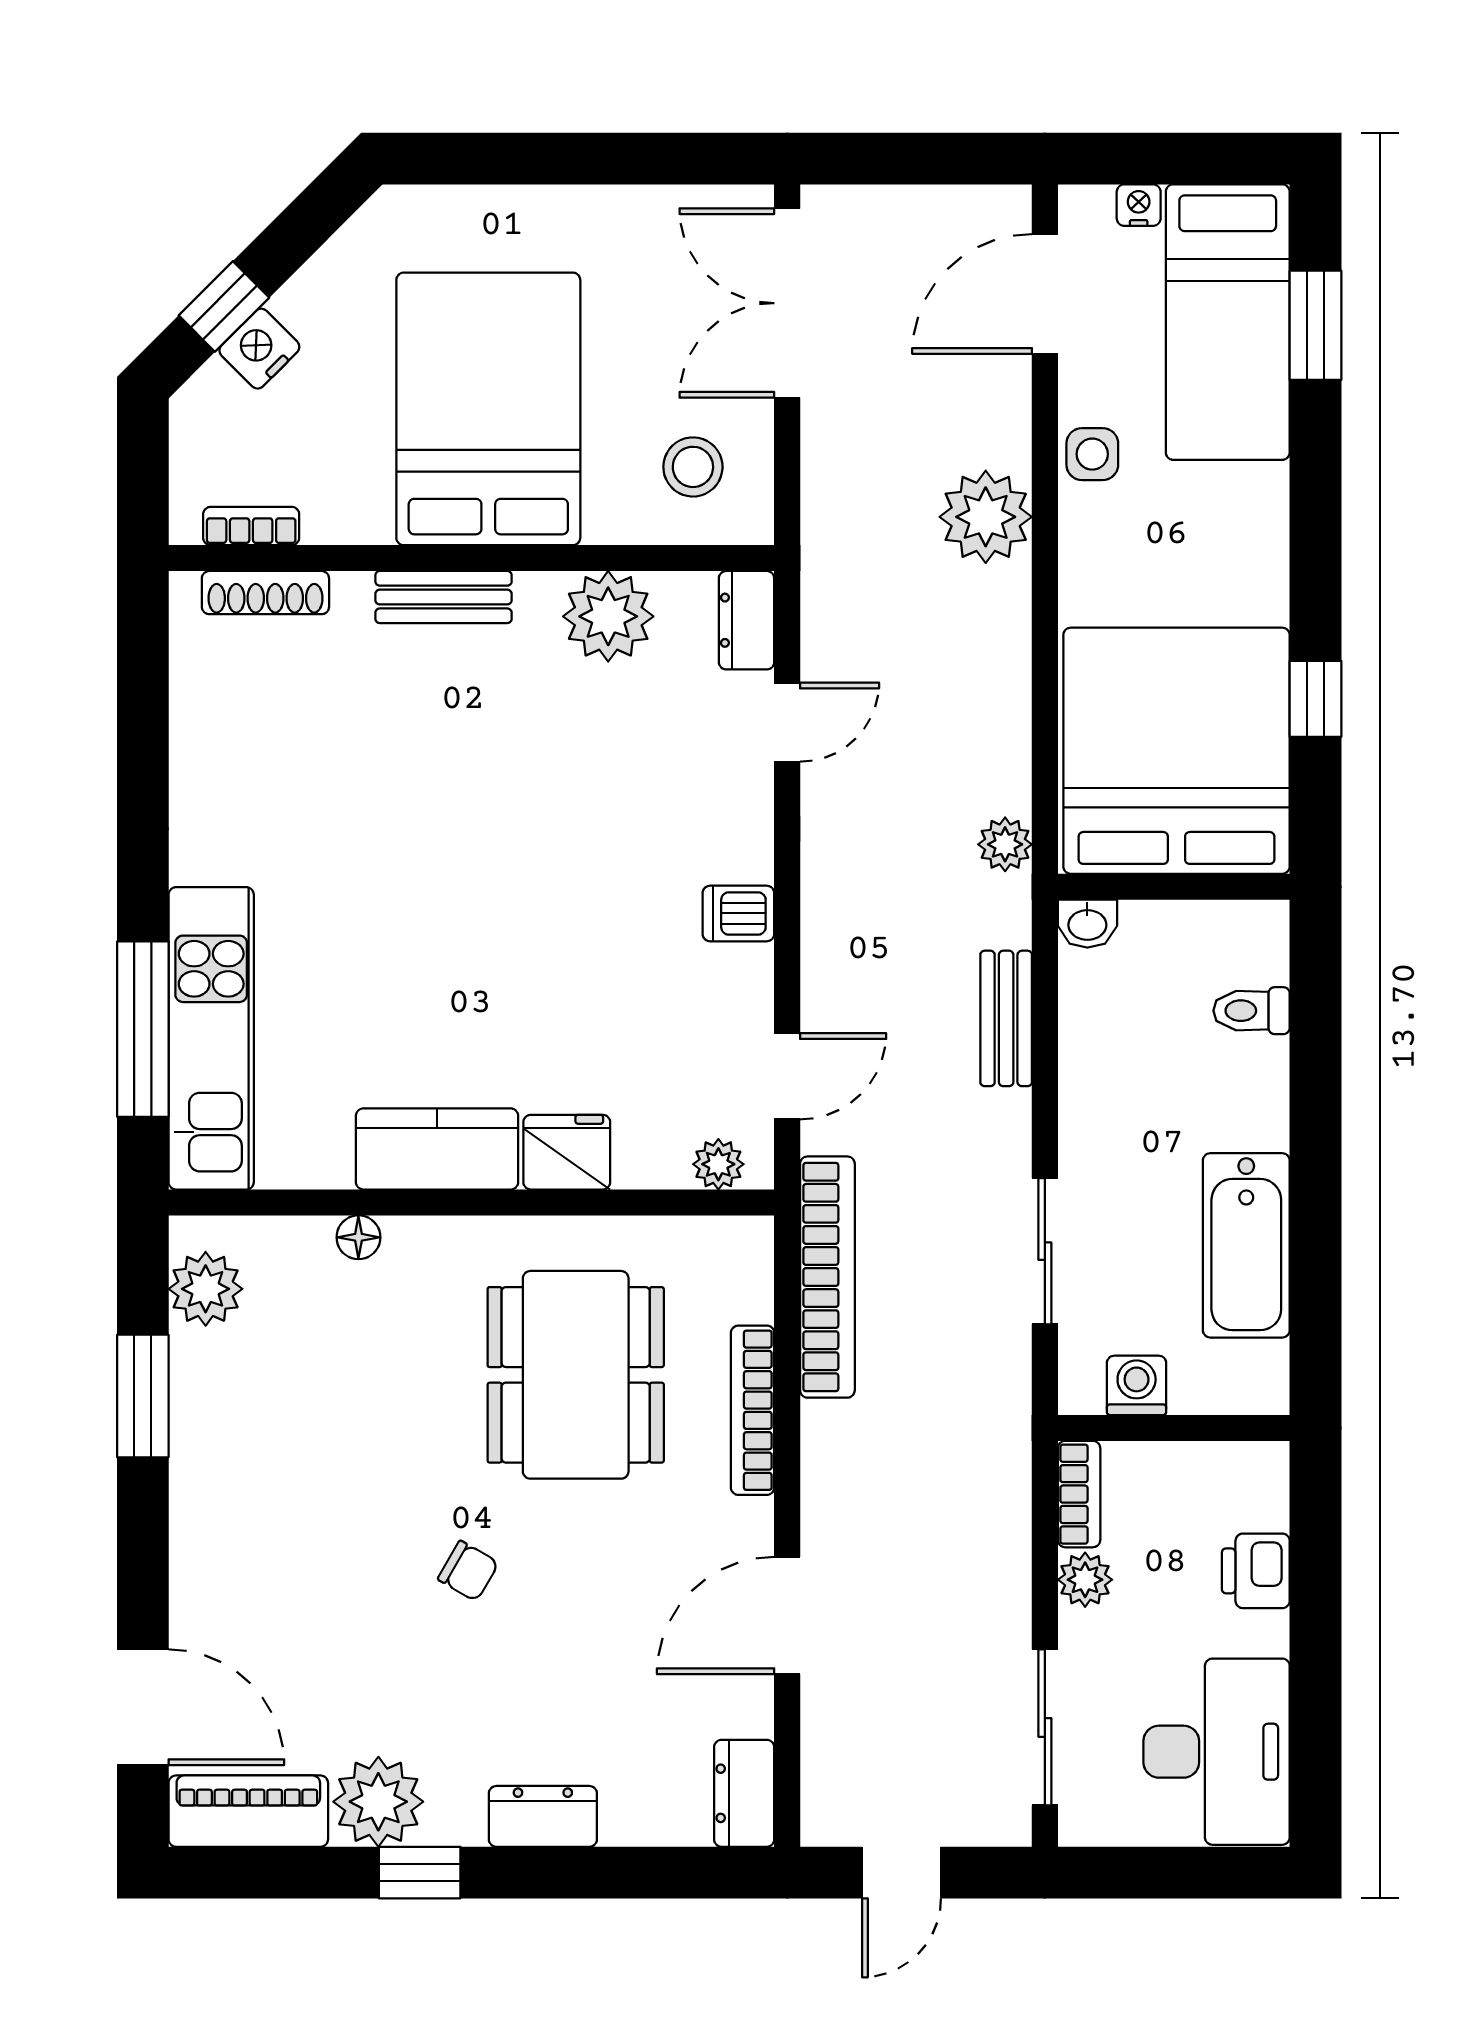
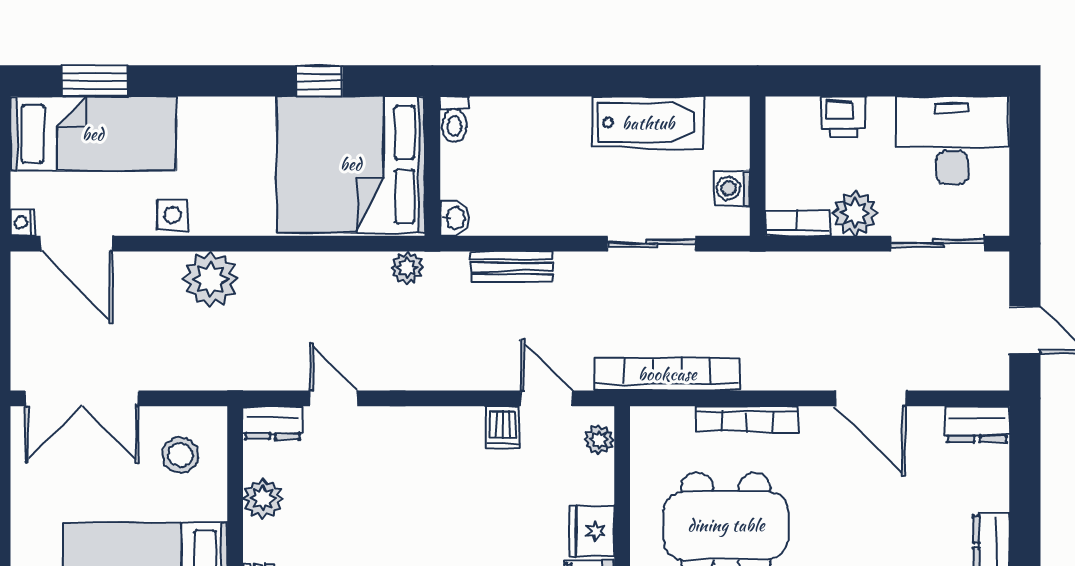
nightstand: (1139, 205) -> (23, 223), moved
plant: (608, 616) -> (263, 499), width x0.73, depth x0.73
dishwasher: (738, 913) -> (503, 428), moved
toilet: (1252, 1011) -> (454, 119), moved
plant: (1085, 1580) -> (855, 213), width x1.38, depth x1.38

